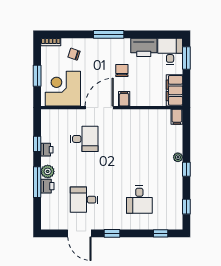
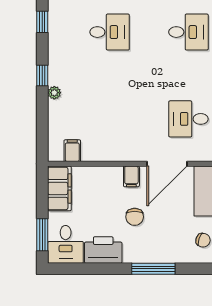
filing cabinet: (177, 117) -> (72, 151), moved
desk: (139, 200) -> (110, 32), turned 90

